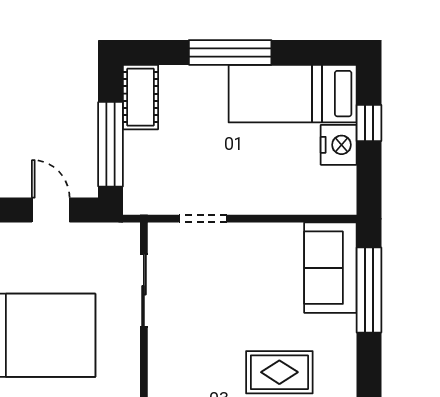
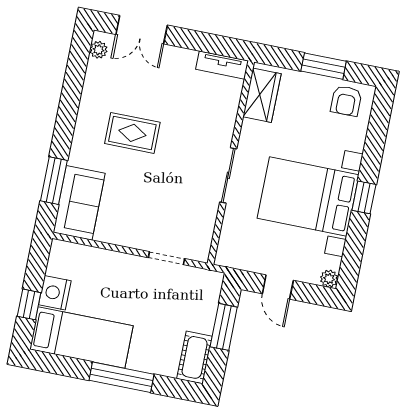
window: (111, 144) -> (224, 327), width x0.69
sliding door: (144, 290) -> (228, 175), moved
window: (369, 290) -> (54, 181), width x0.69

